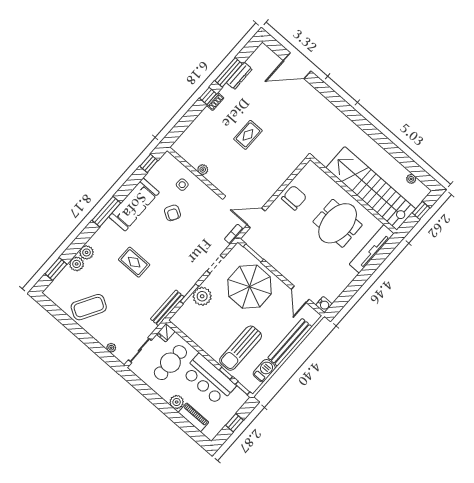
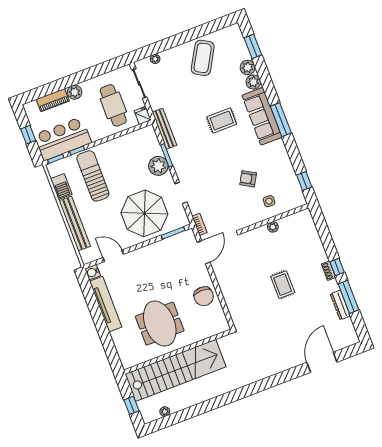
sofa: (134, 205) -> (262, 116), moved
tv unit: (372, 249) -> (106, 304), moved
bar counter: (209, 379) -> (63, 139), moved

